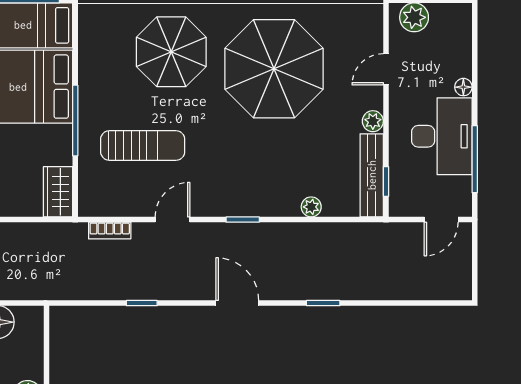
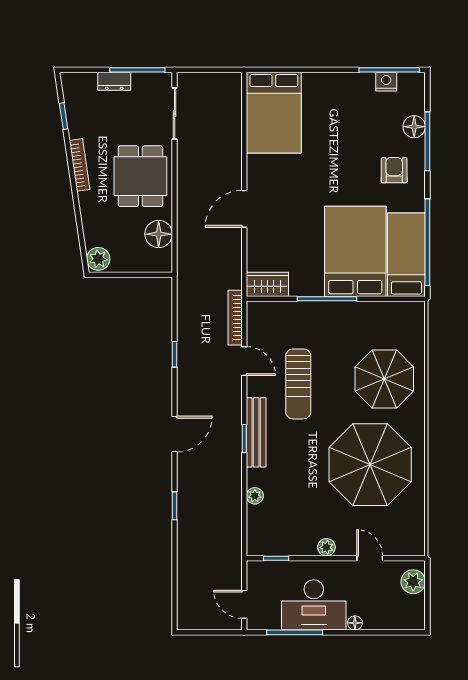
sun lounger: (143, 145) -> (298, 384), moved
bench: (372, 175) -> (256, 432), moved, turned 90
door: (173, 220) -> (244, 361), moved
bookcase: (110, 231) -> (235, 318), width x1.56

